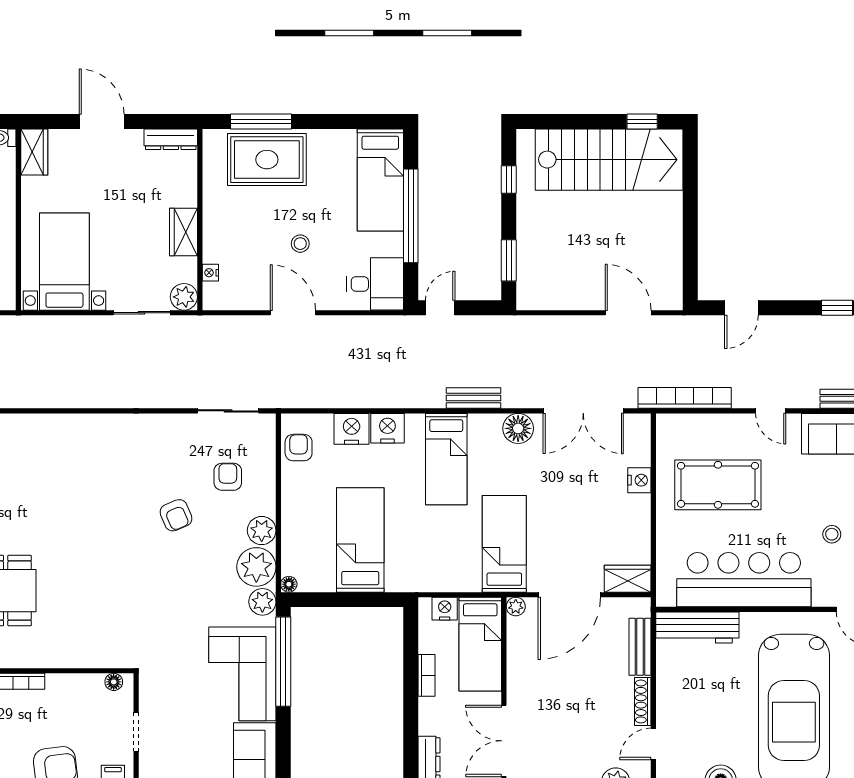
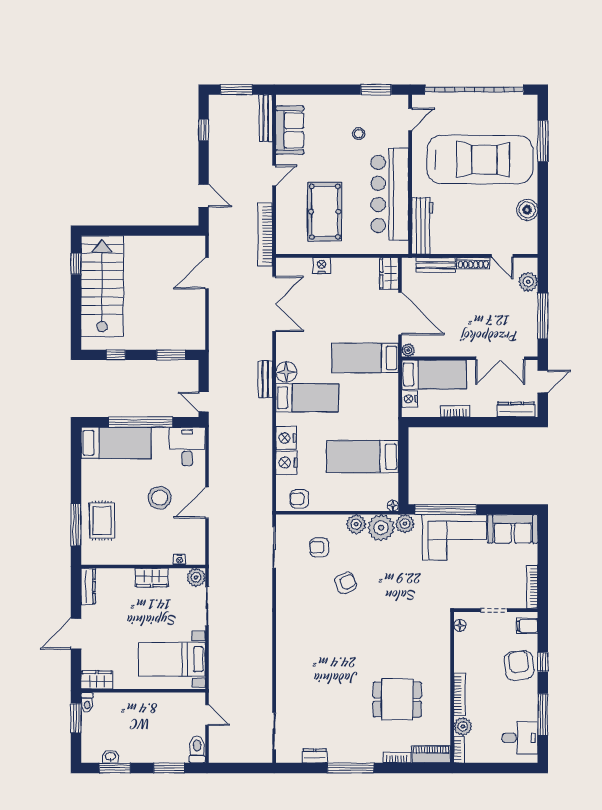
rug: (267, 160) -> (102, 521), width x0.73, depth x0.70
stool: (300, 244) -> (160, 498), width x1.89, depth x1.89
floor lamp: (518, 428) -> (286, 372), moved

